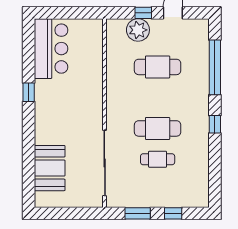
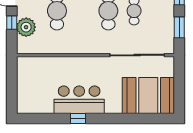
bar counter: (51, 49) -> (79, 100), moved
booth: (50, 168) -> (148, 96), width x1.36, depth x1.42

